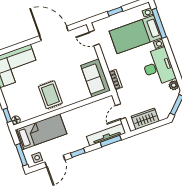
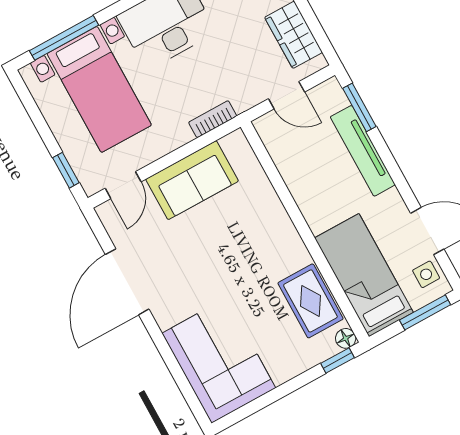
window: (115, 11) -> (66, 170), moved
sofa: (96, 78) -> (192, 180), moved
rug: (50, 95) -> (310, 301), moved, turned 90
tv unit: (106, 135) -> (363, 151), moved
window: (78, 153) -> (399, 180), removed

